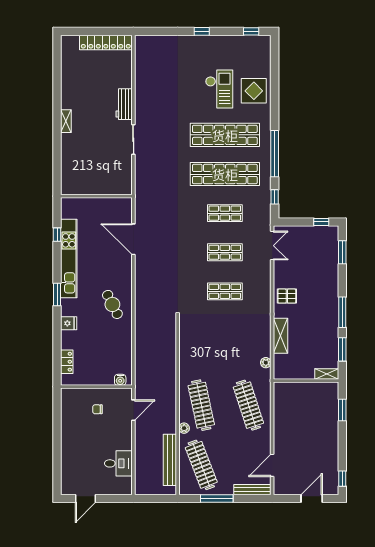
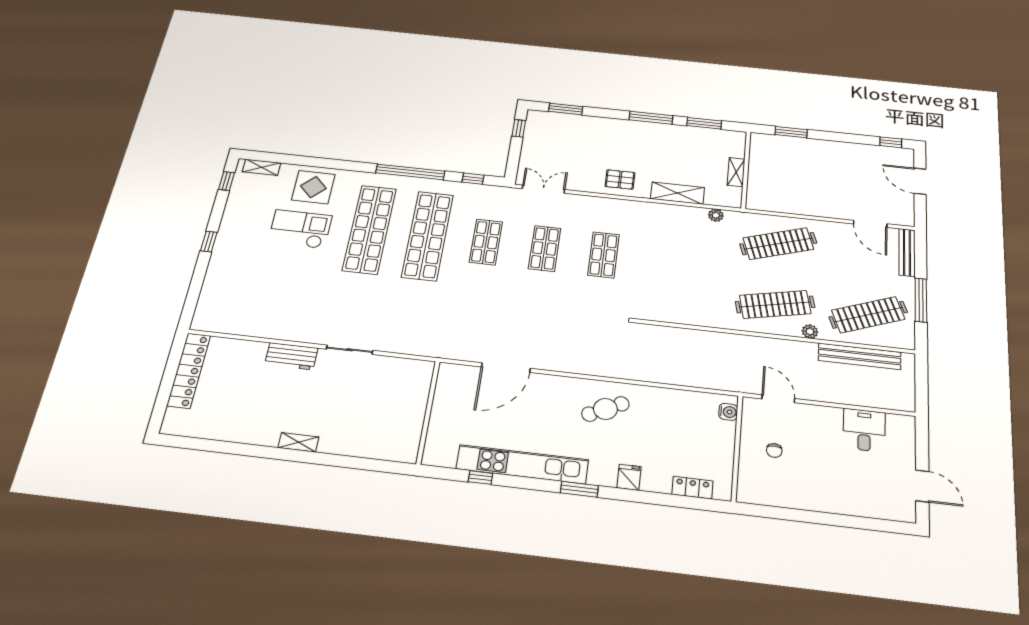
shelving: (265, 52) -> (262, 167), added
pallet: (287, 296) -> (620, 179), turned 90
shelving: (327, 374) -> (736, 172), moved

